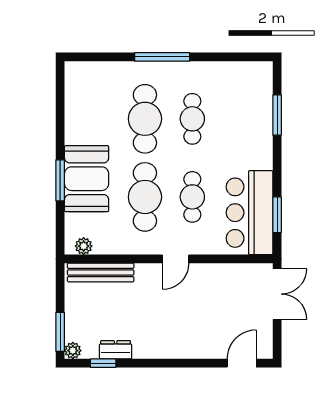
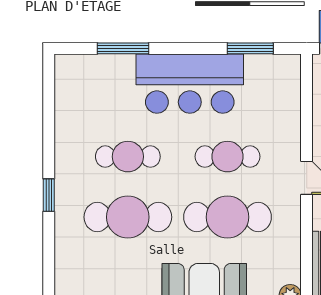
window: (162, 57) -> (49, 195), width x0.46
bar counter: (250, 213) -> (190, 84), moved

